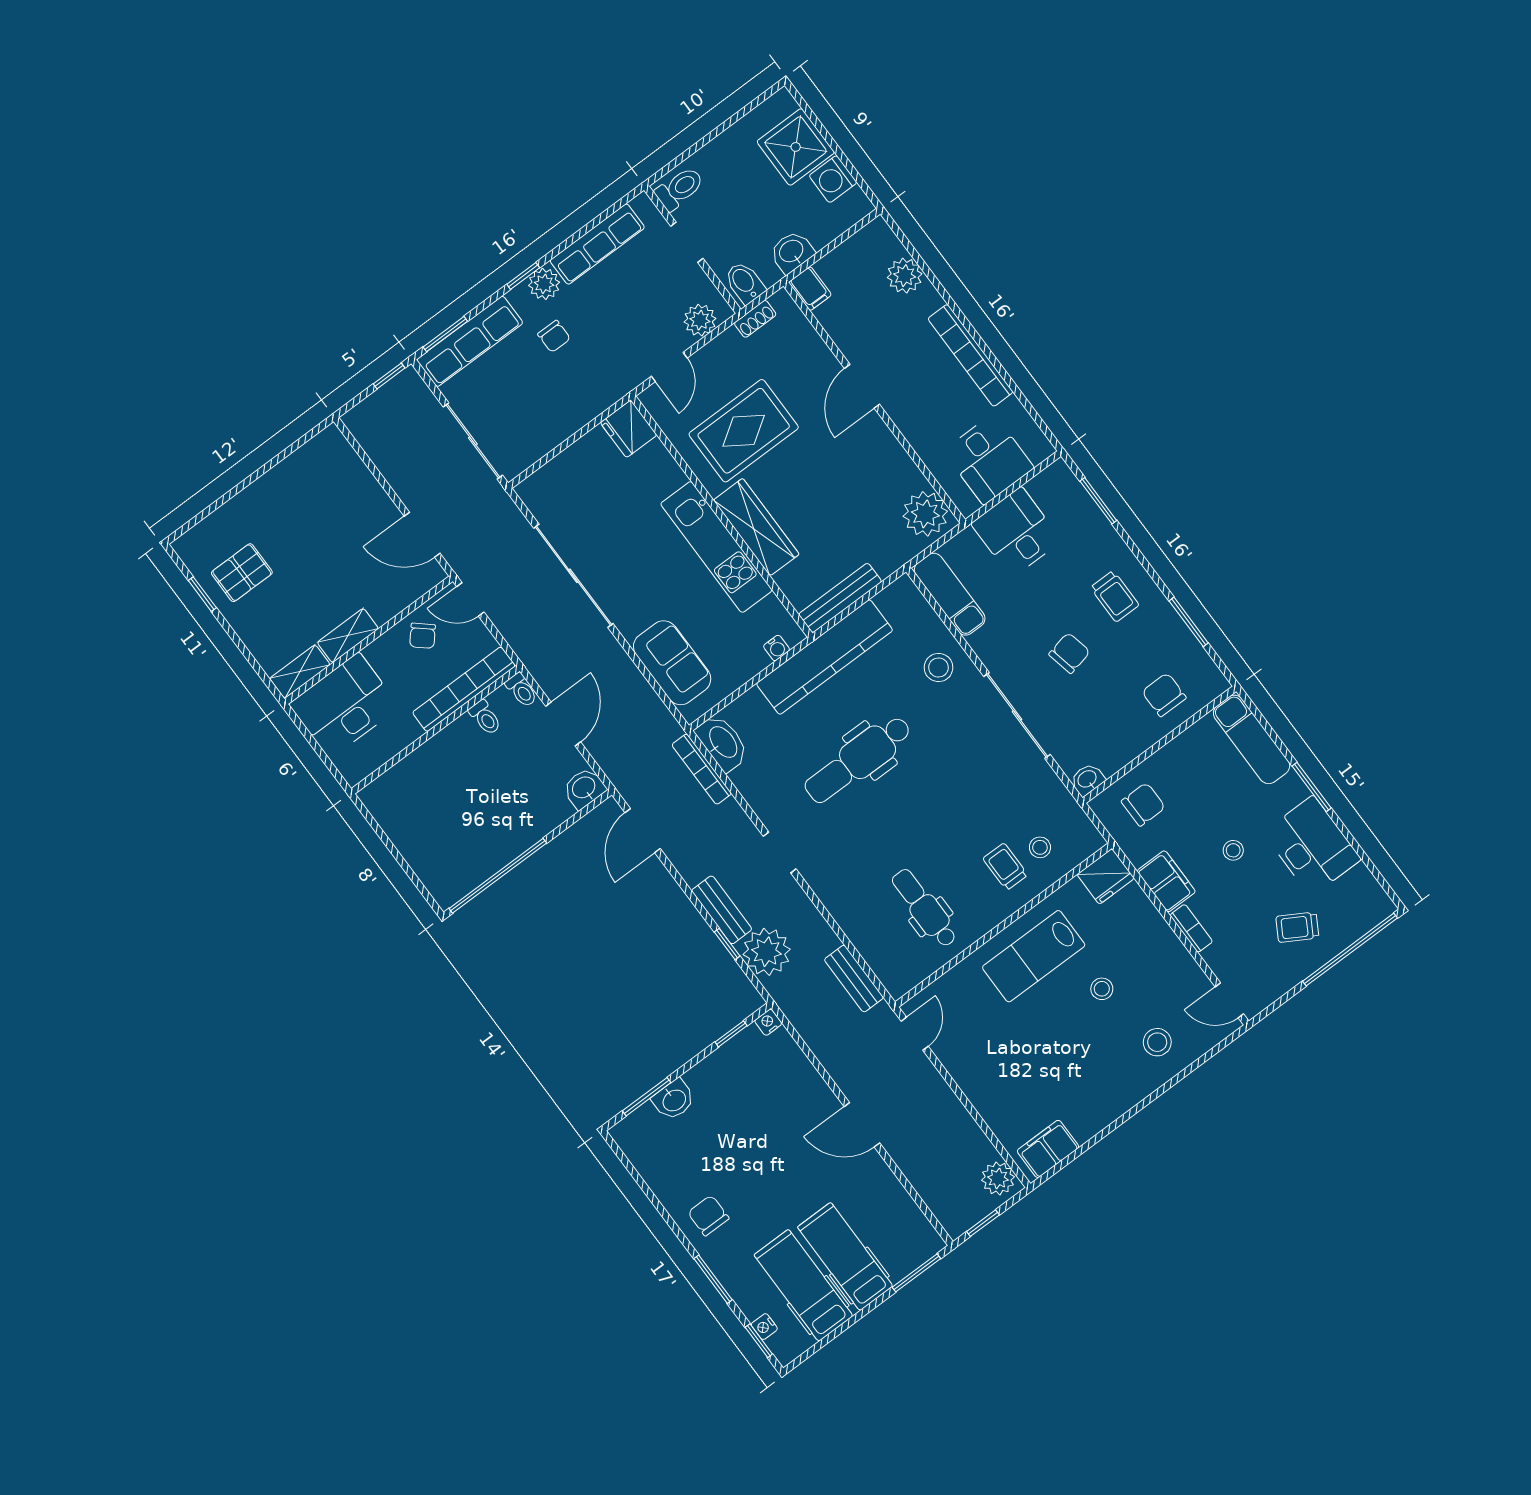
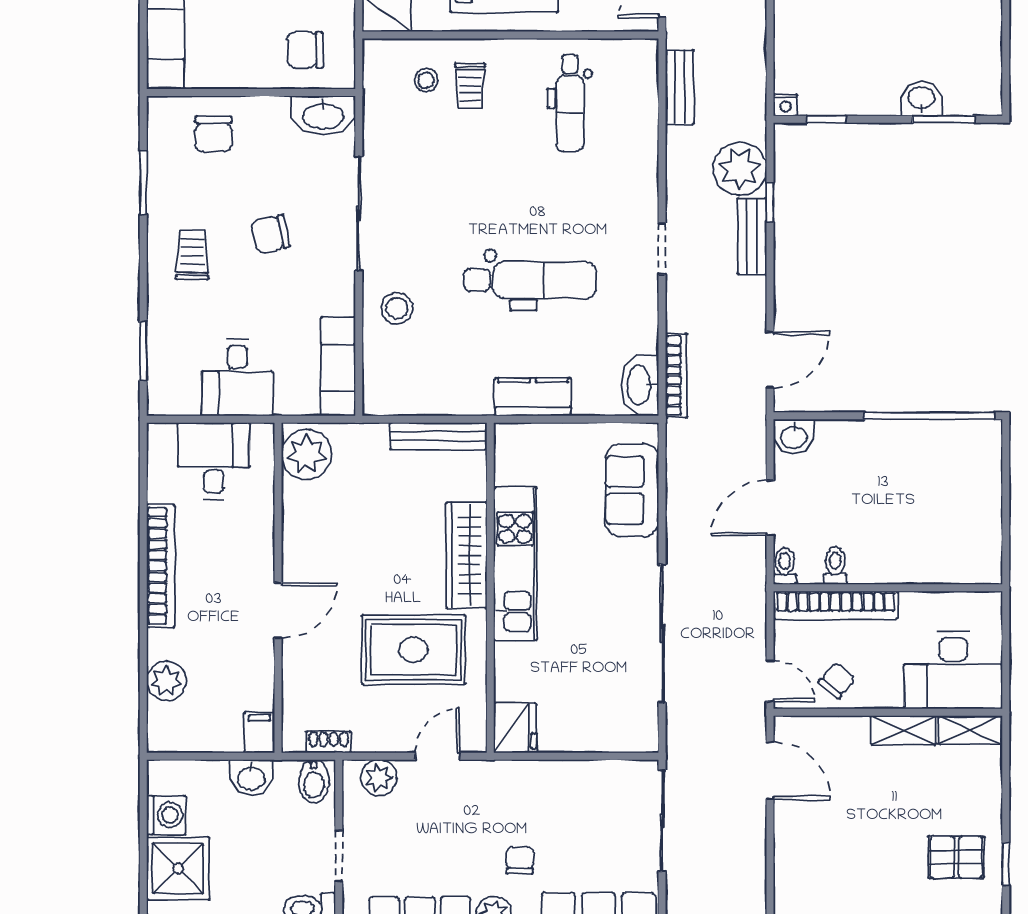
water cooler: (777, 648) -> (529, 434), removed
kitchen counter: (825, 657) -> (533, 397), width x0.48, depth x0.86
washbasin: (1087, 779) -> (323, 115), width x1.91, depth x1.45

